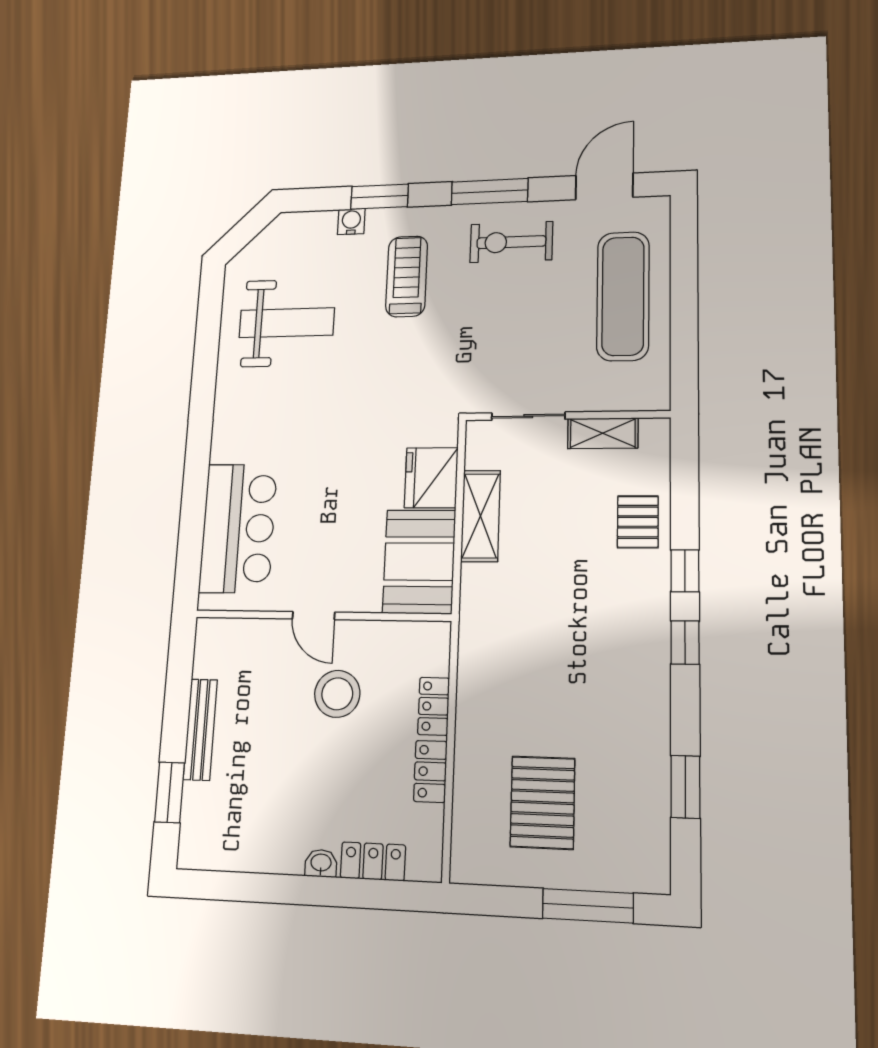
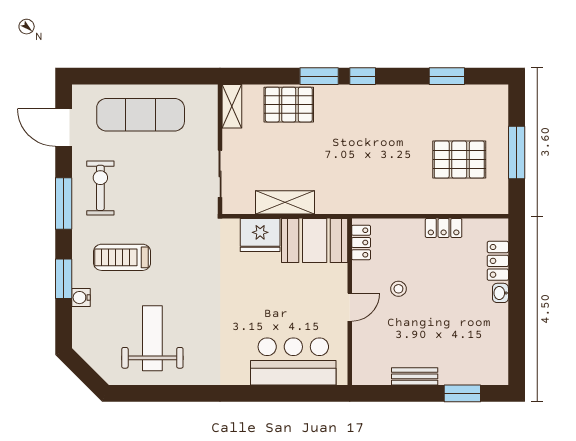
exercise bike: (511, 242) -> (100, 188), turned 180
shelving: (603, 433) -> (232, 106), moved
pallet: (638, 522) -> (289, 105), width x1.50, depth x1.42
window: (685, 571) -> (319, 76), width x1.50
stool: (337, 694) -> (398, 289), width x0.53, depth x0.53
locker: (434, 706) -> (361, 243), moved, turned -90
bench: (200, 729) -> (415, 376), width x0.73
window: (588, 906) -> (517, 152), moved

